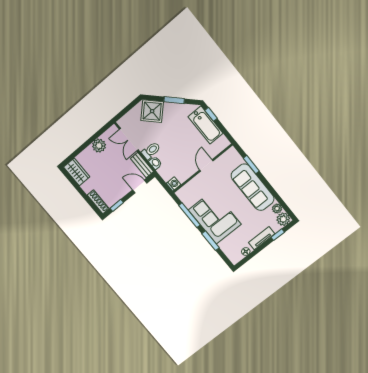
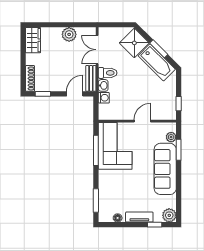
window: (211, 114) -> (179, 104), moved
bathtub: (205, 125) -> (157, 62), moved, turned -45
washing machine: (174, 184) -> (104, 98), moved
door: (140, 186) -> (75, 94), hinge flipped
plant: (277, 209) -> (171, 137), moved
corner sofa: (215, 217) -> (115, 146), moved
window: (211, 241) -> (96, 201), moved

